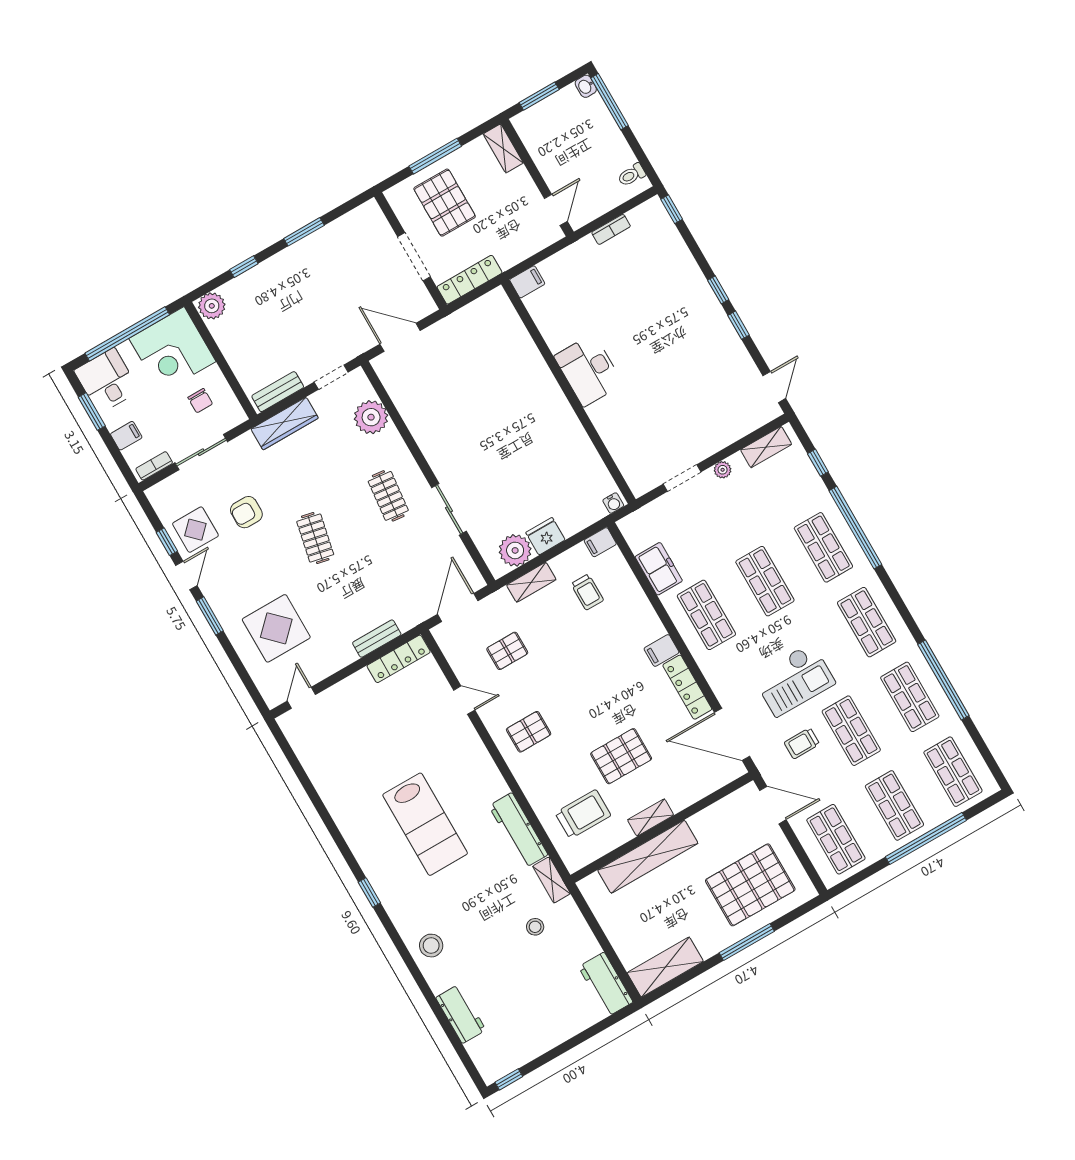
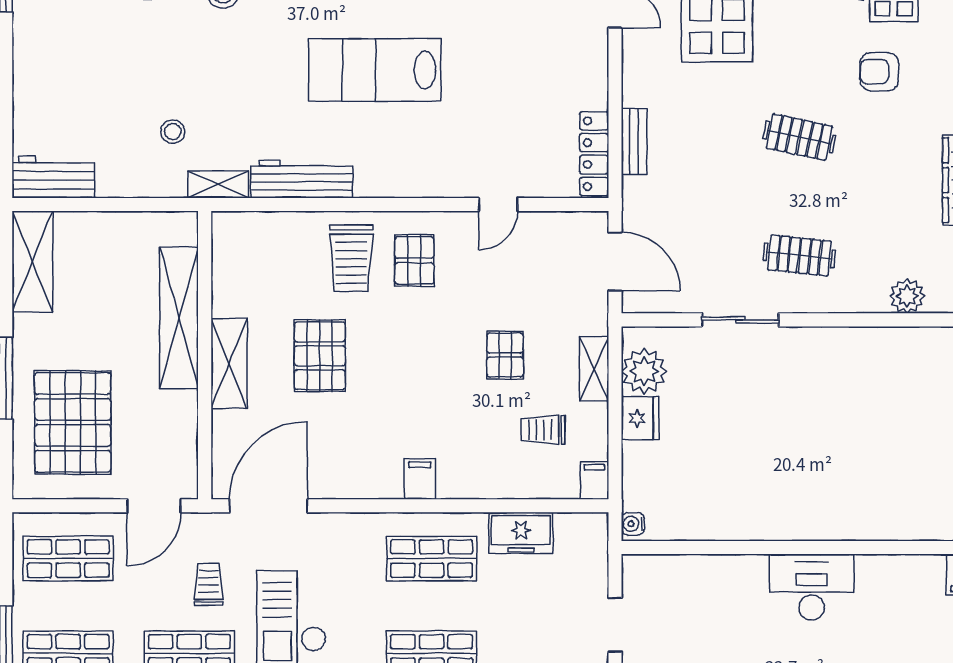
plant: (371, 417) -> (907, 296), width x0.73, depth x0.73
armchair: (246, 512) -> (879, 72), turned -90
pallet: (507, 651) -> (505, 355), moved
locker: (687, 687) -> (357, 485), removed
trolley: (583, 814) -> (351, 258), moved
shelving: (651, 817) -> (229, 364), width x1.50, depth x1.33

